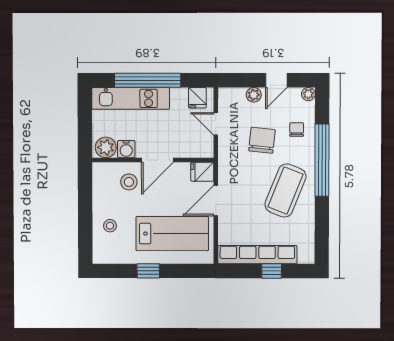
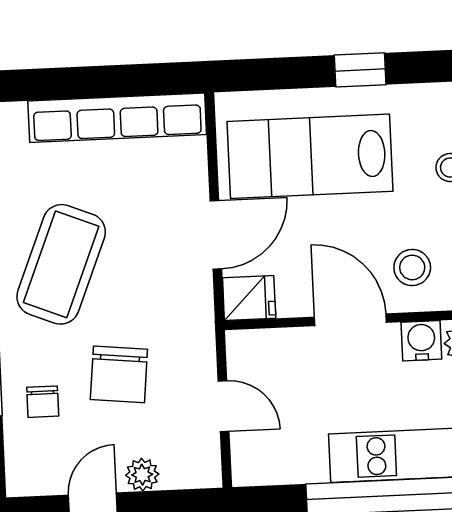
plant: (308, 94) -> (20, 482), removed
fridge: (197, 98) -> (268, 462), removed
door: (157, 160) -> (350, 320), hinge flipped
window: (272, 271) -> (84, 82), removed

